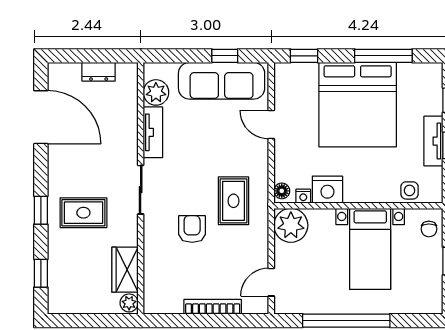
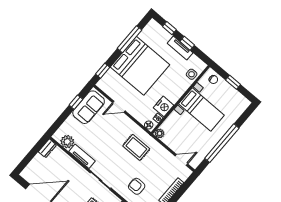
dresser: (99, 72) -> (47, 148), moved
sofa: (222, 81) -> (89, 107), width x0.73
plant: (291, 225) -> (160, 133), width x0.53, depth x0.53
armchair: (192, 229) -> (137, 186), moved
door: (271, 282) -> (181, 160), swing flipped

